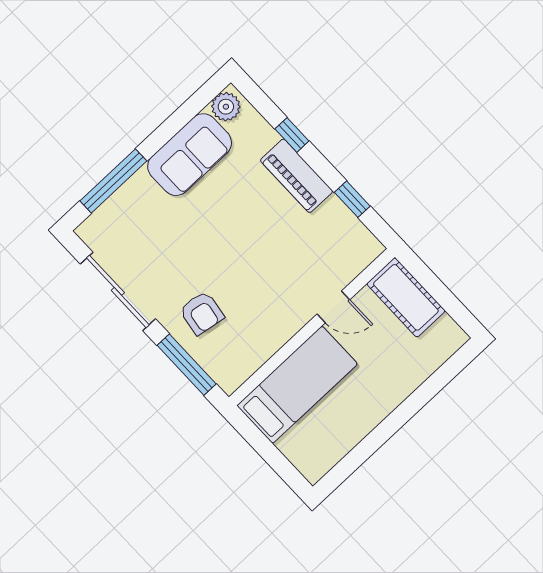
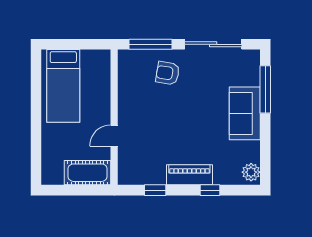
sofa: (190, 155) -> (245, 113), moved
bed: (297, 385) -> (63, 86), moved

